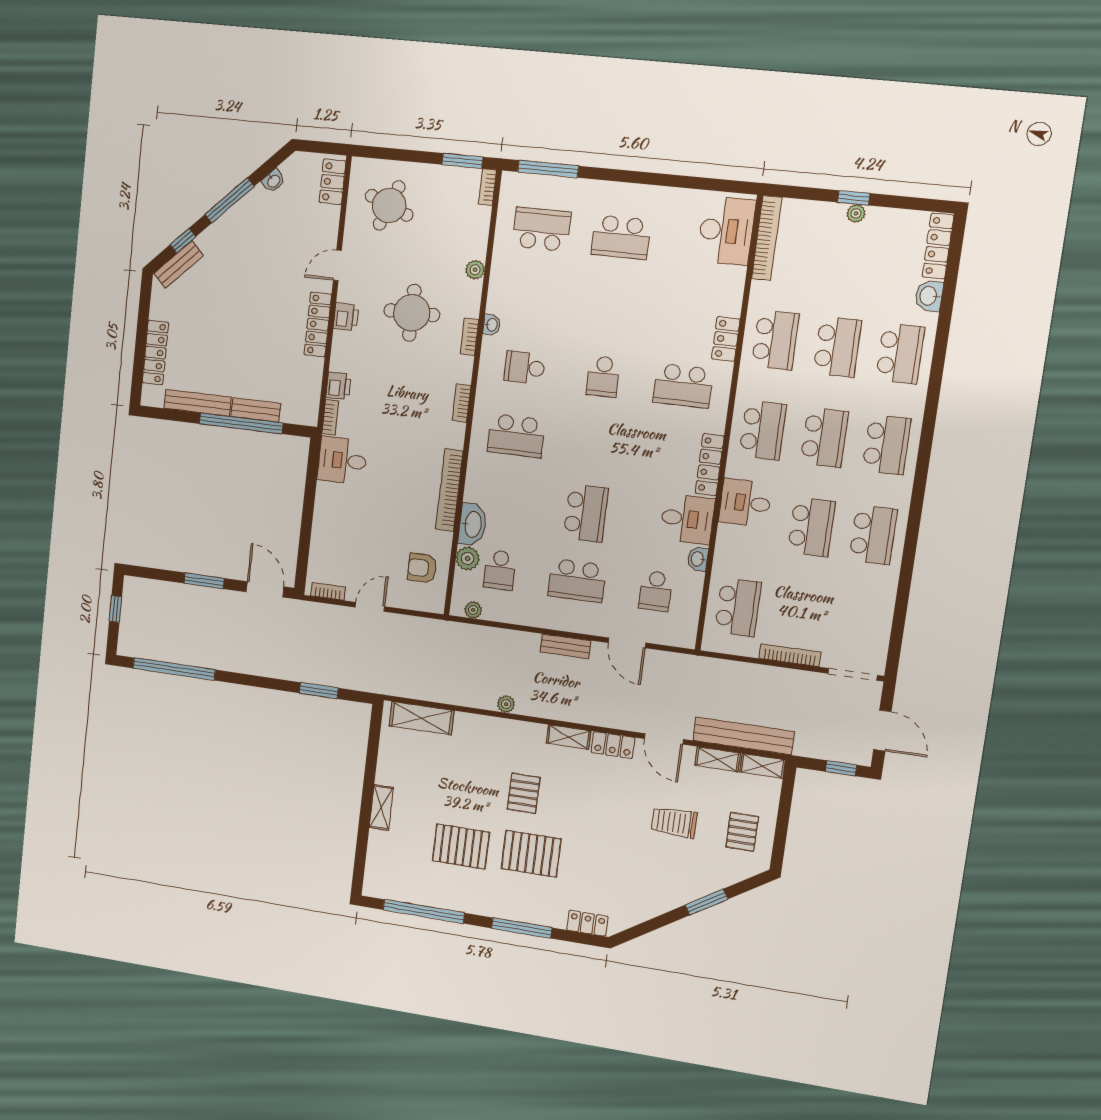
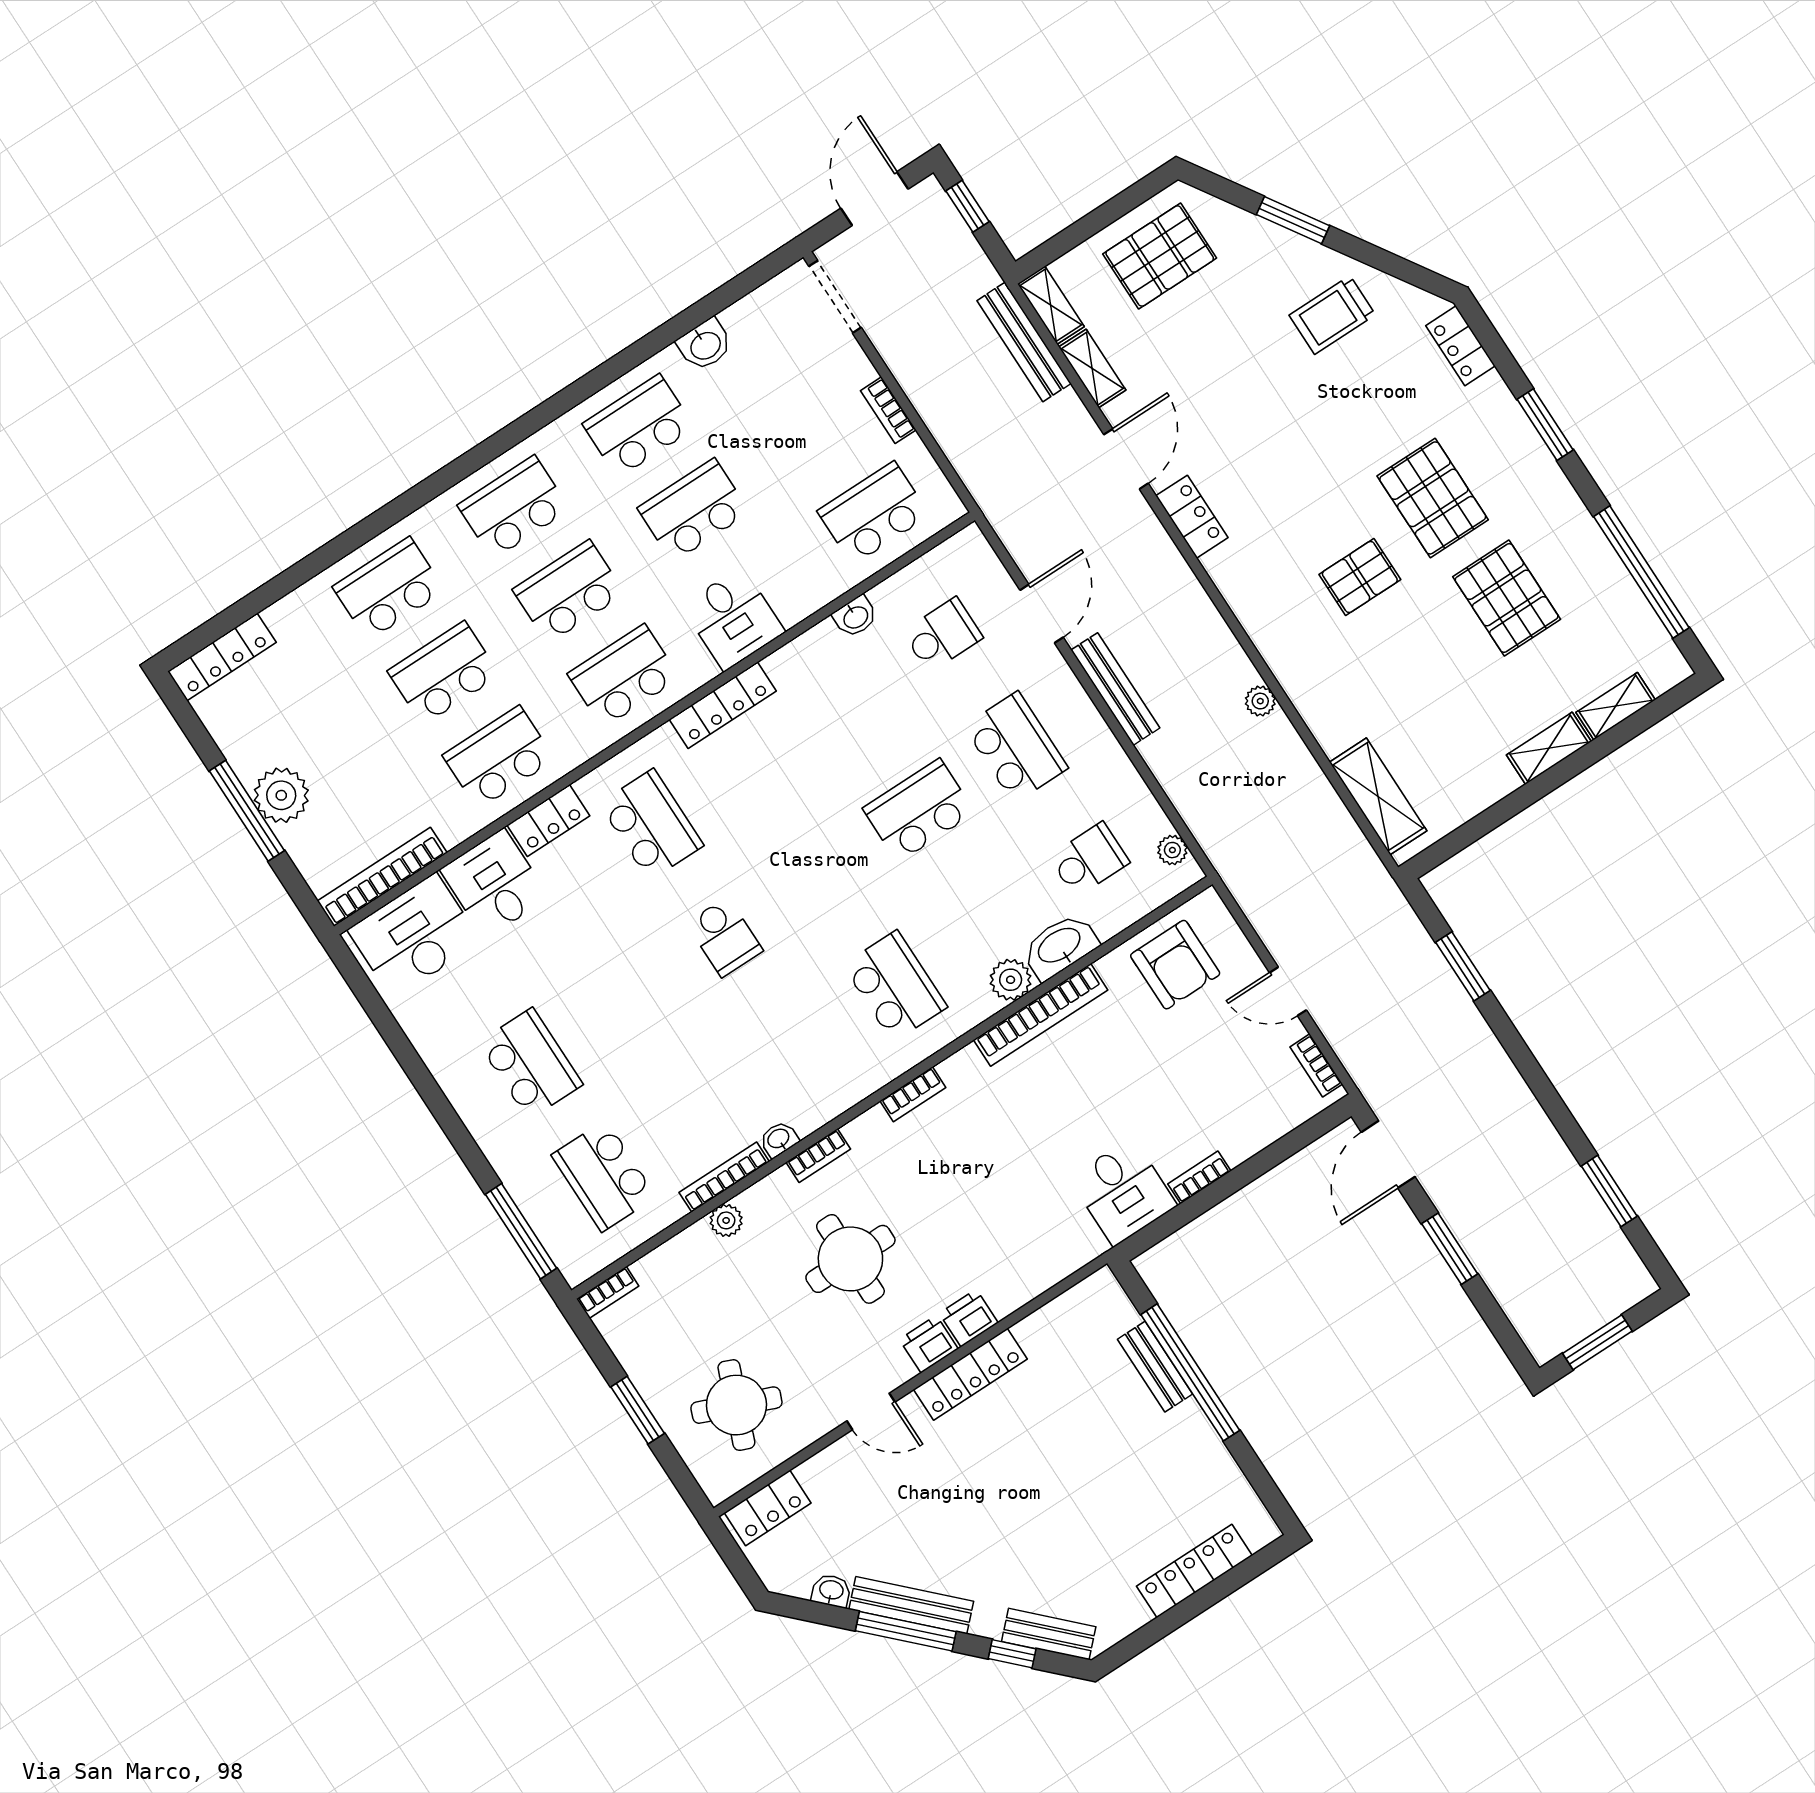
window: (462, 161) -> (638, 1410), moved
window: (854, 198) -> (247, 811), width x2.17
plant: (856, 213) -> (281, 795), width x1.88, depth x1.88
bookcase: (495, 285) -> (724, 1177), added
washbasin: (929, 296) -> (705, 345), moved
school desk: (525, 367) -> (798, 1049), removed
school desk: (603, 376) -> (725, 937), turned 90
printer: (338, 386) -> (969, 1318), moved
bench: (198, 403) -> (911, 1605), moved, turned -45
bookcase: (330, 417) -> (1199, 1177), moved
desk: (687, 519) -> (495, 883), moved
plant: (468, 558) -> (1011, 980), moved
armchair: (422, 568) -> (1175, 965), width x1.38, depth x1.38
window: (115, 609) -> (1597, 1342), width x1.50
bench: (565, 646) -> (1115, 689), width x1.36
bookcase: (790, 655) -> (888, 410), width x0.64
window: (174, 669) -> (1609, 1191), width x0.47
bench: (744, 736) -> (1024, 342), width x0.73, depth x0.82
shelving: (569, 737) -> (1616, 706), moved, turned 90
trolley: (674, 822) -> (1332, 315), moved, turned 90
pallet: (742, 832) -> (1160, 256), width x1.50, depth x1.42
window: (522, 928) -> (1545, 425), width x0.69

